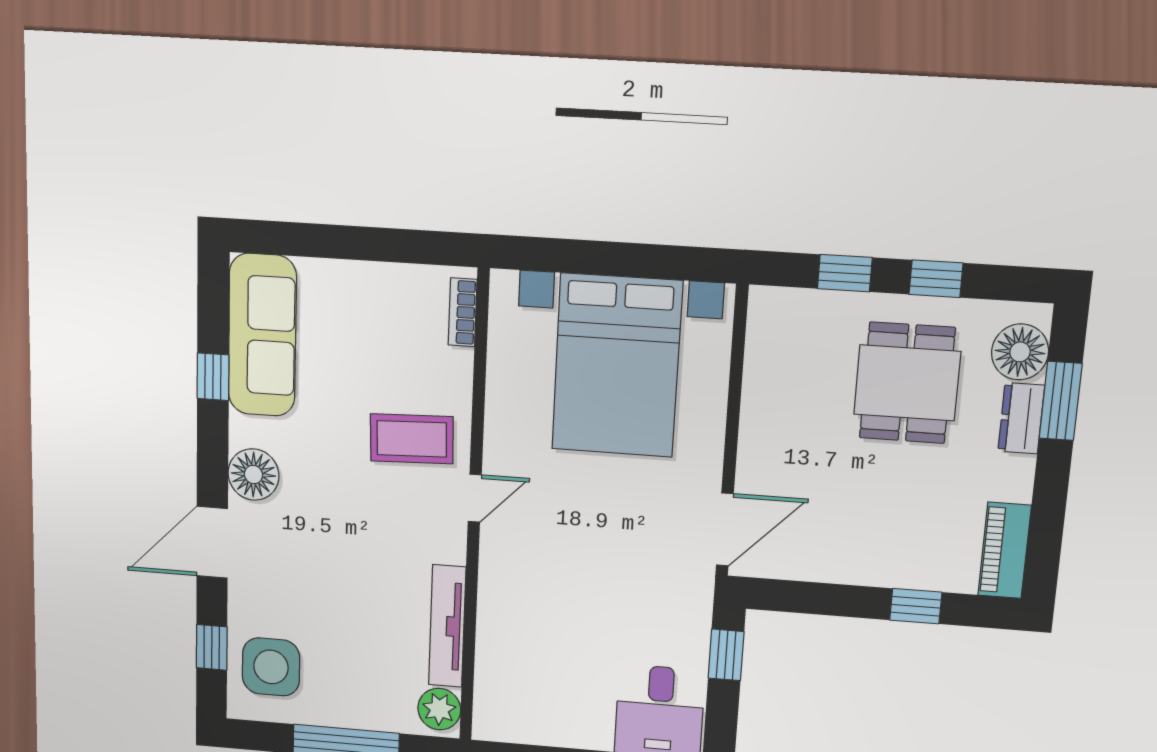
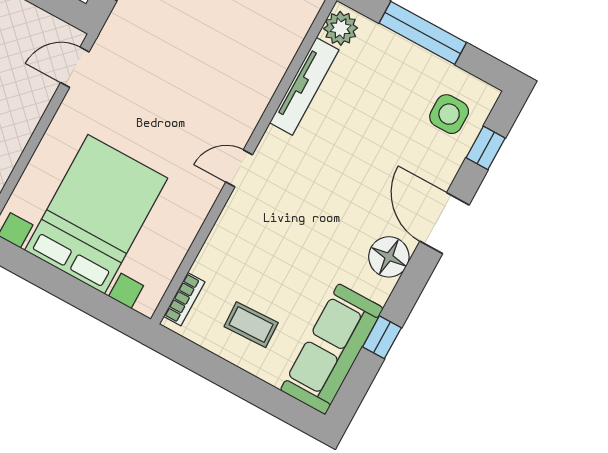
coffee table: (412, 439) -> (251, 325), moved, width x0.73, depth x0.77
door: (725, 529) -> (75, 67), width x0.73
door: (212, 542) -> (445, 223), swing flipped
side table: (271, 667) -> (449, 114), width x0.73, depth x0.73

